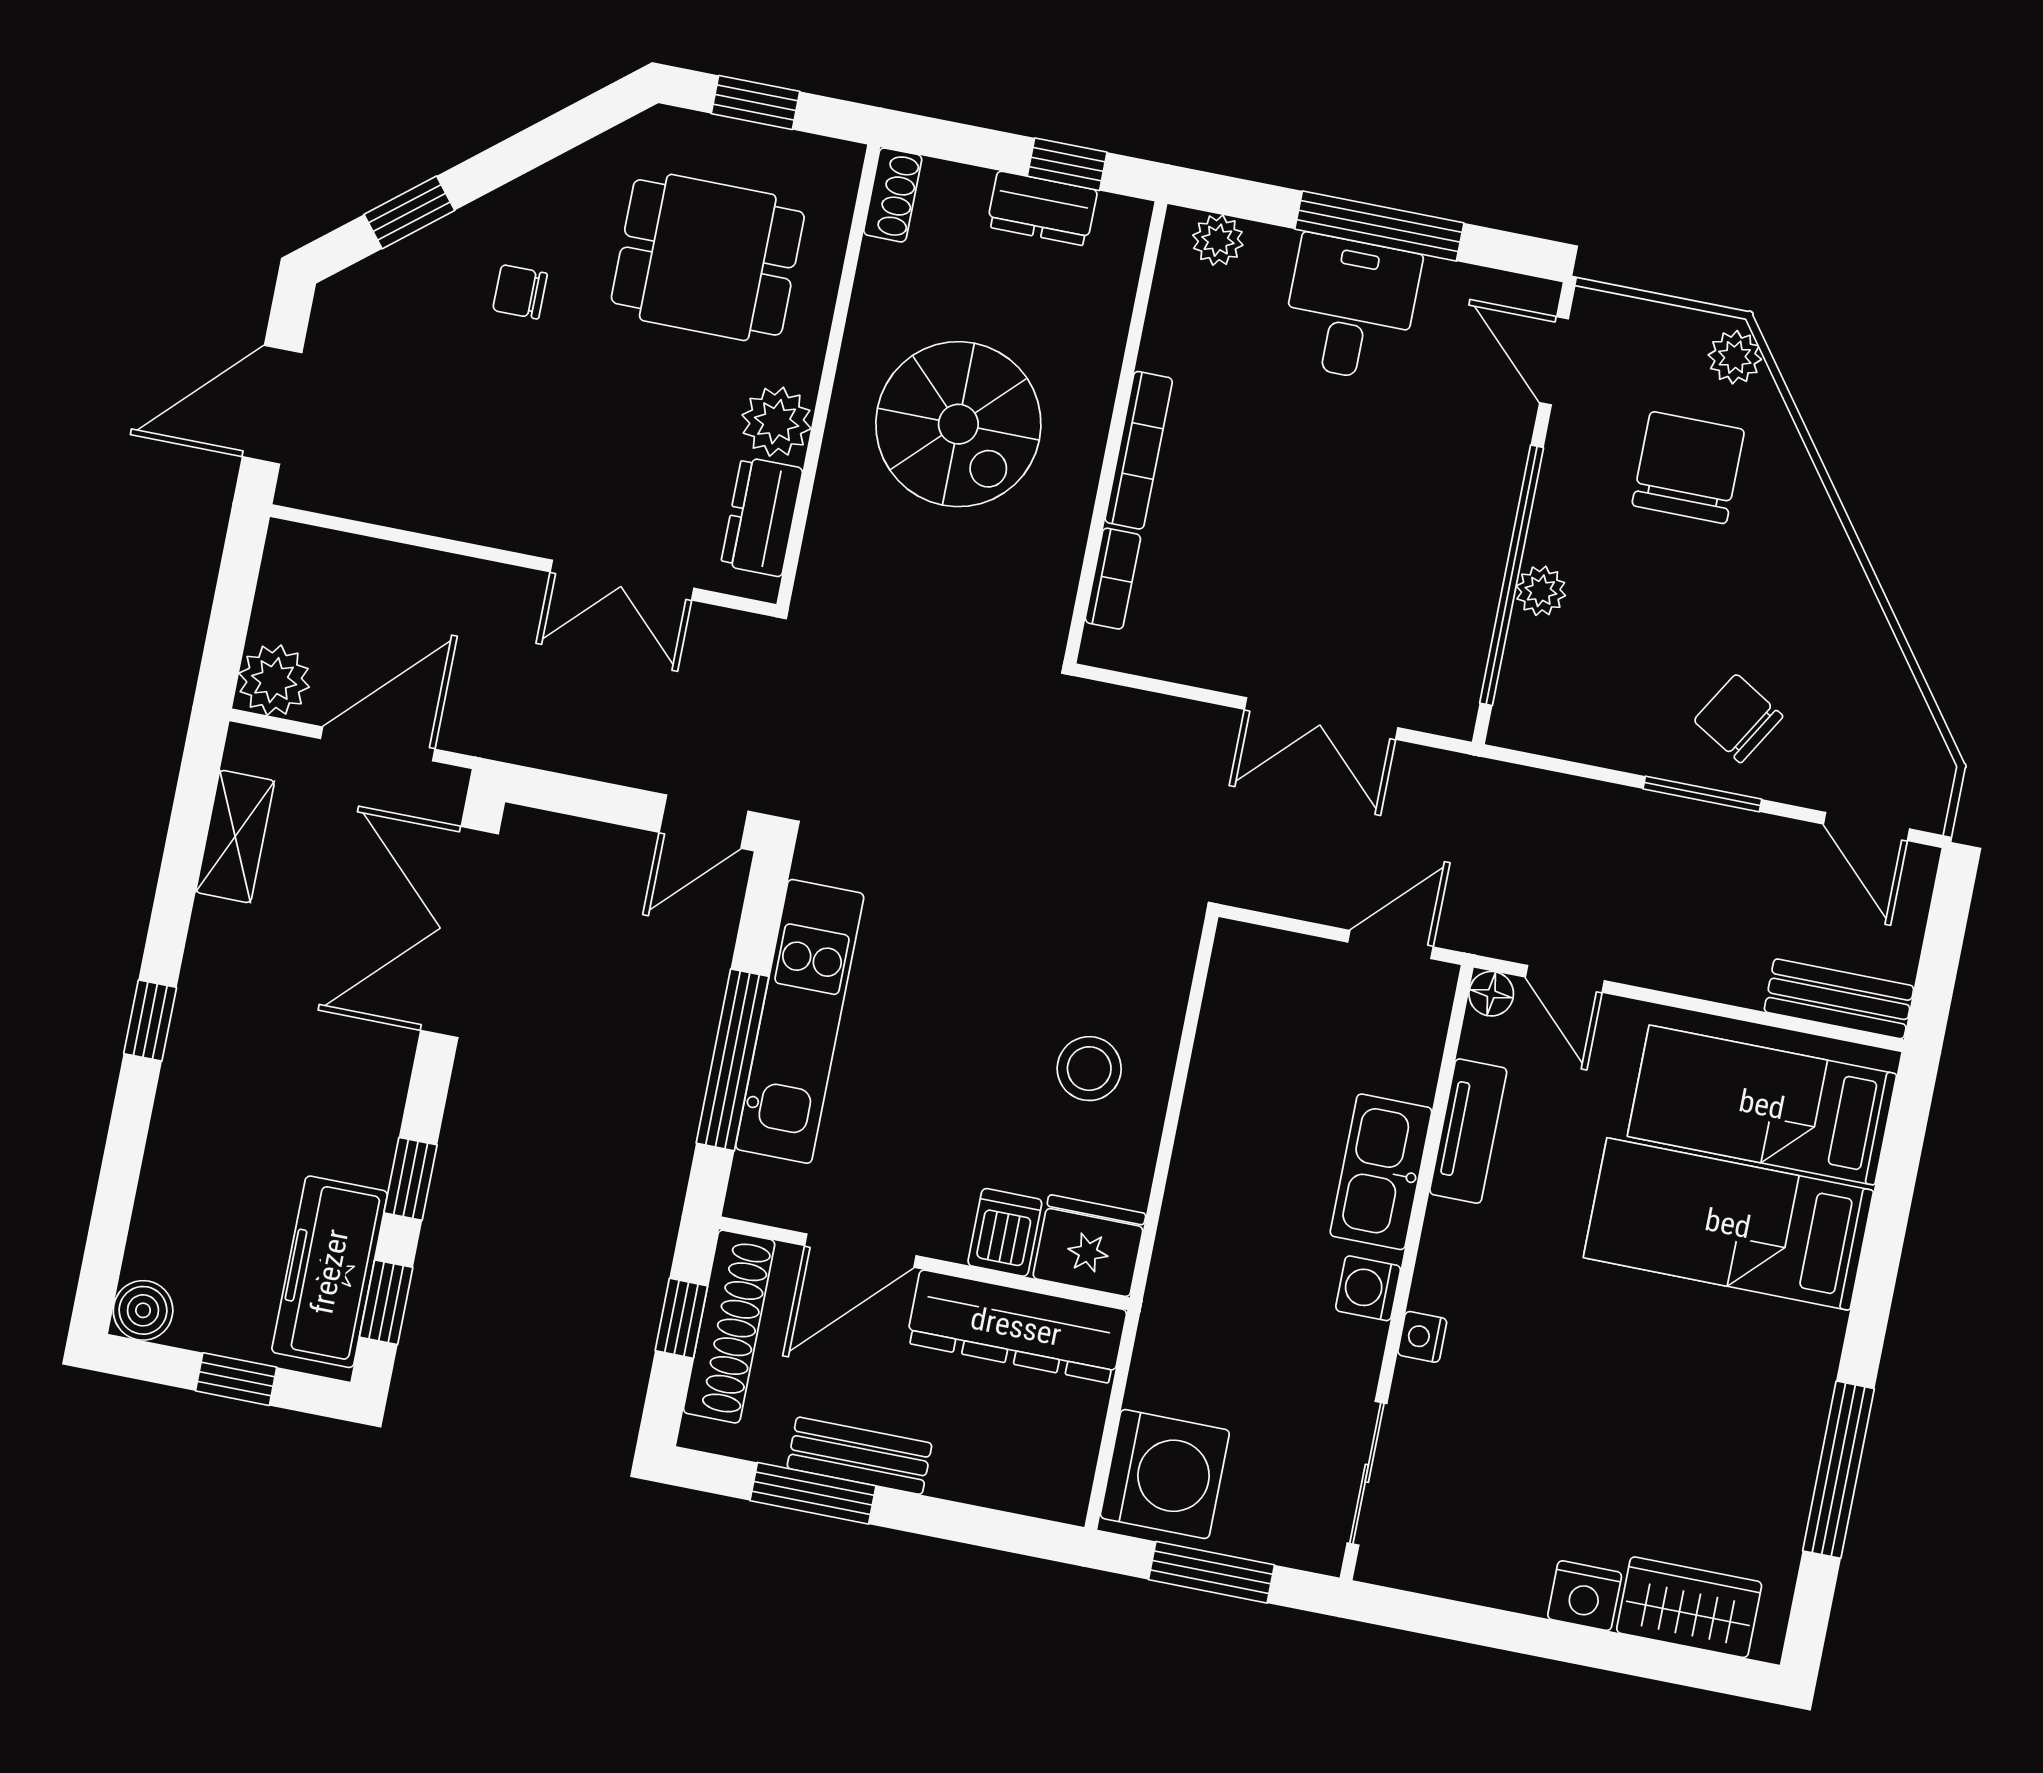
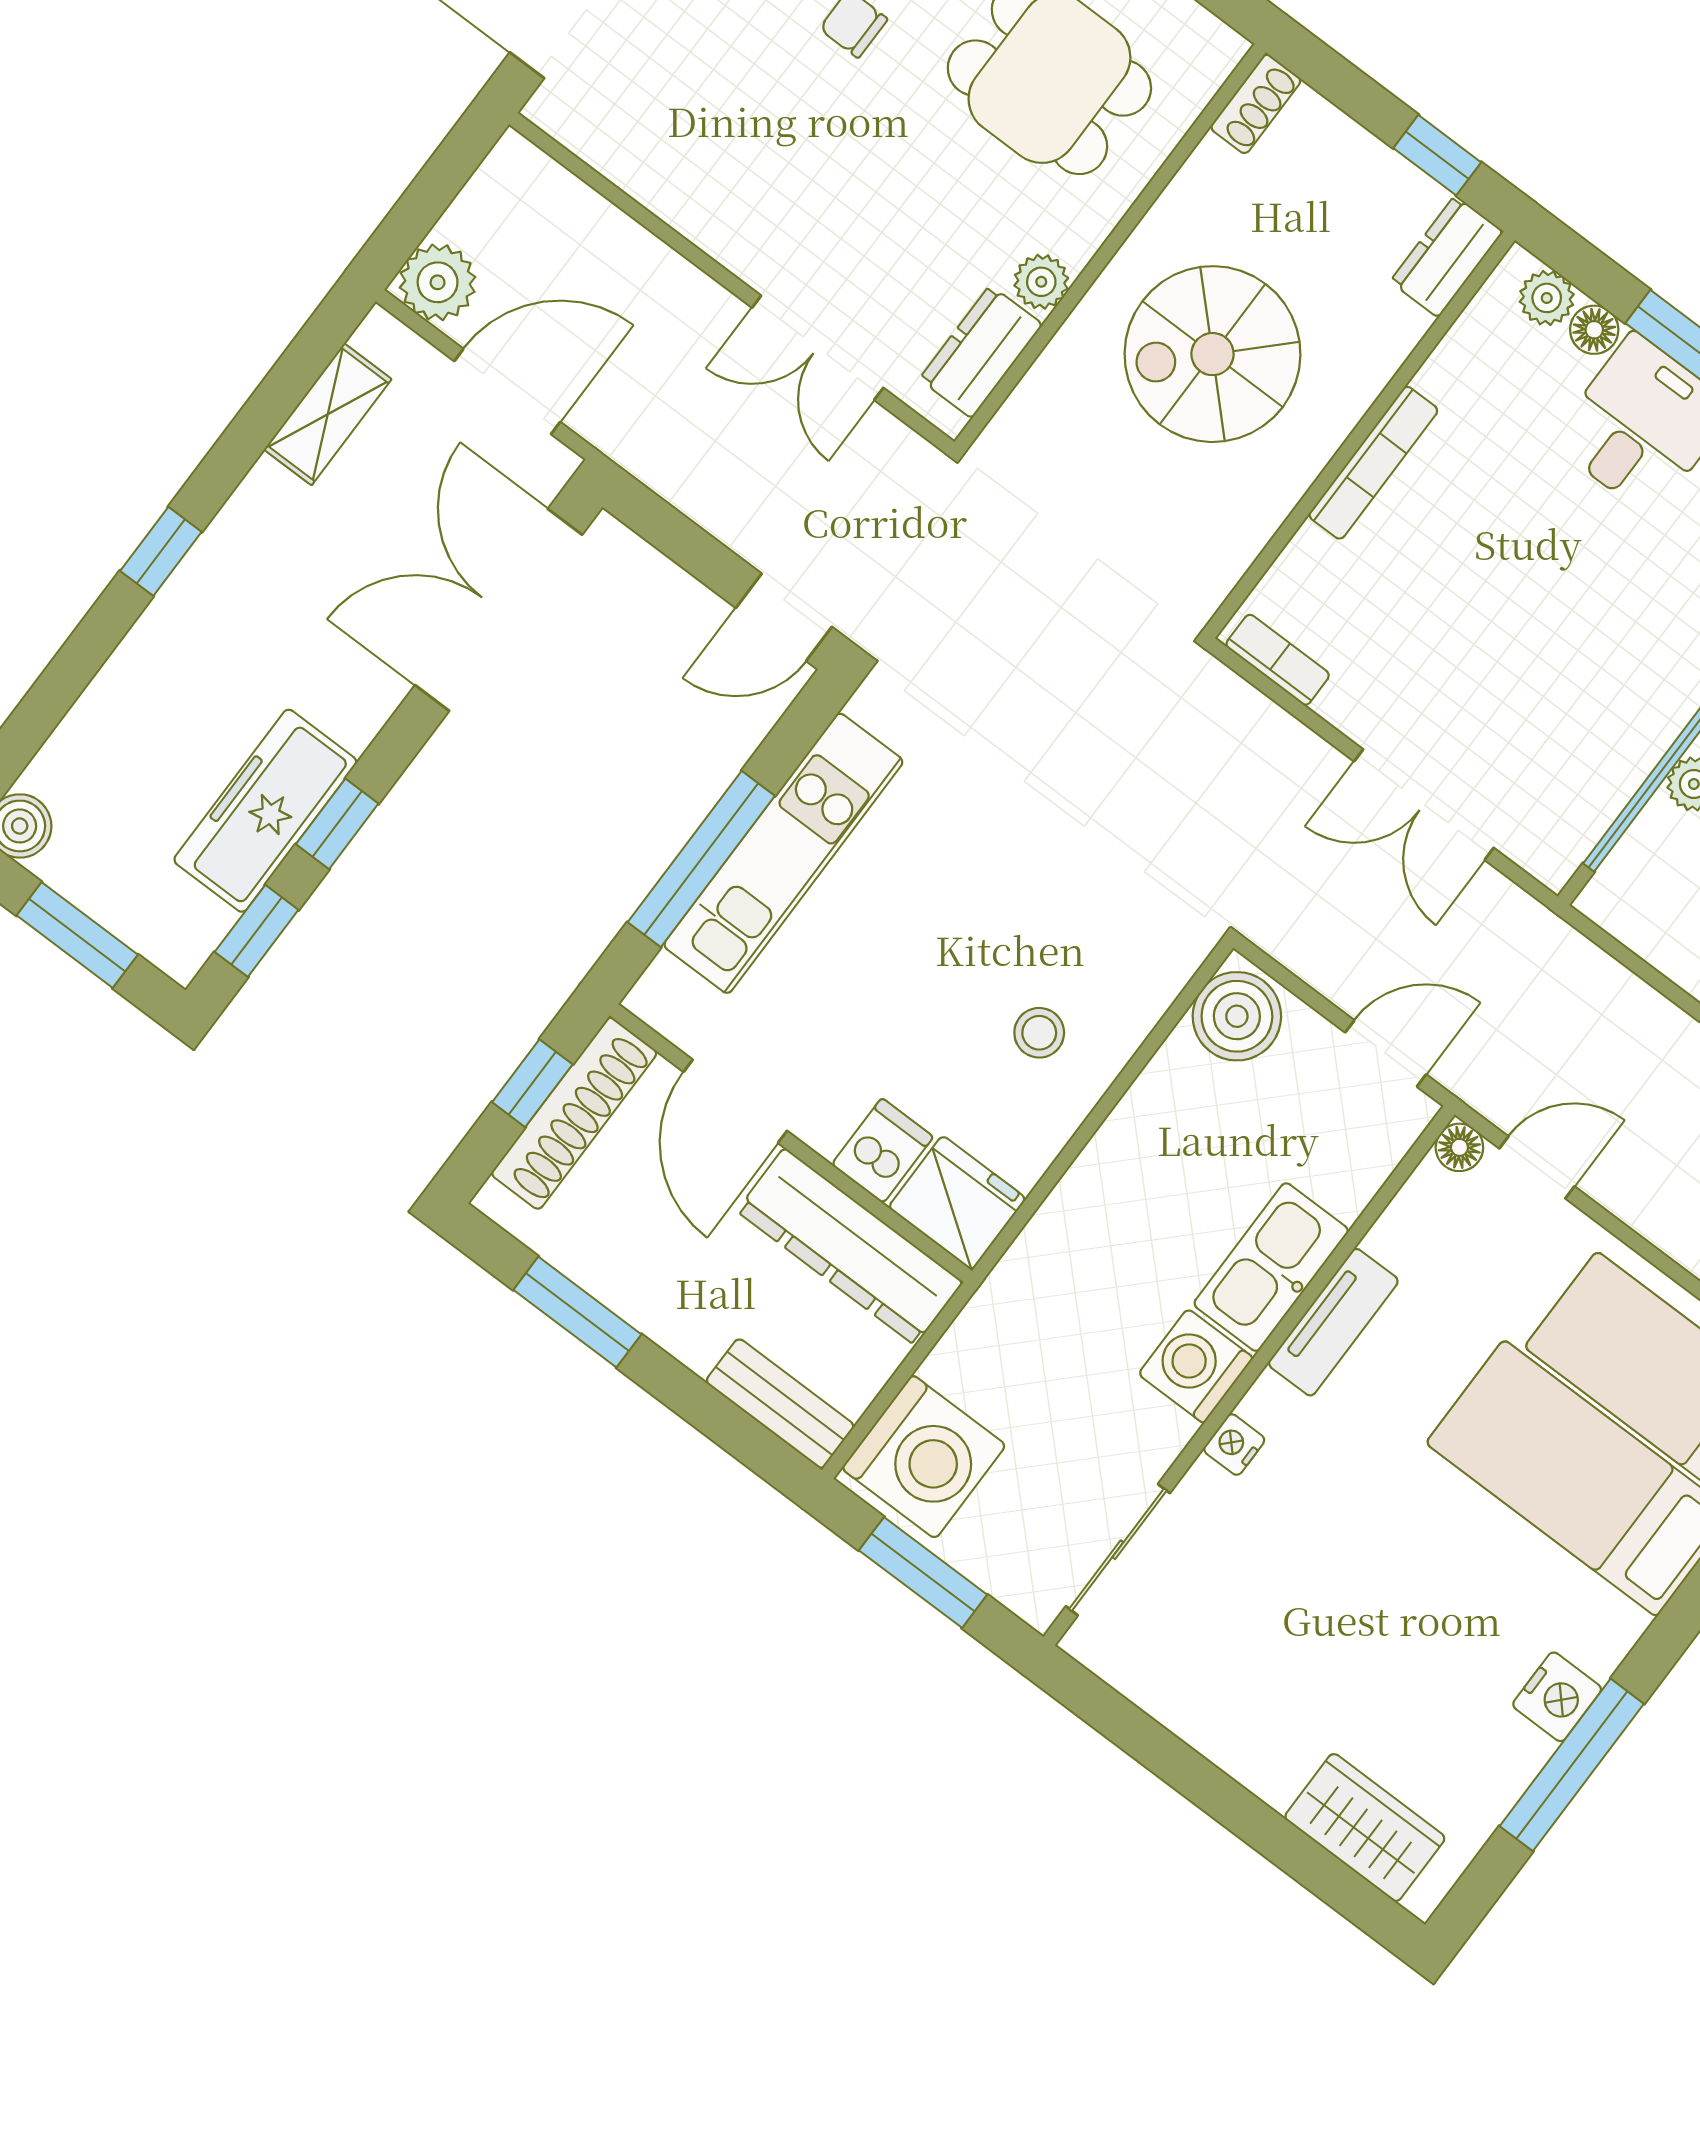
dresser: (1042, 208) -> (1447, 256), moved, turned 90
floor lamp: (1271, 248) -> (1594, 330), added
plant: (777, 422) -> (1041, 282), width x0.73, depth x0.73
spiral stairs: (958, 424) -> (1213, 354), turned 90
bookcase: (1113, 579) -> (1278, 660), moved, turned -90
boiler: (1250, 974) -> (1237, 1016), added
door: (1565, 979) -> (1537, 1167), swing flipped
stool: (1089, 1069) -> (1039, 1033), width x0.73, depth x0.73
tv unit: (1468, 1131) -> (1333, 1322), moved
door: (860, 1251) -> (735, 1101), hinge flipped
freezer: (330, 1272) -> (265, 811), moved
washing machine: (1368, 1288) -> (1196, 1366), width x1.38, depth x1.38
window: (236, 1379) -> (77, 935), width x1.50
bench: (859, 1456) -> (780, 1404), moved
nightstand: (1585, 1596) -> (1557, 1697), moved, turned -90

